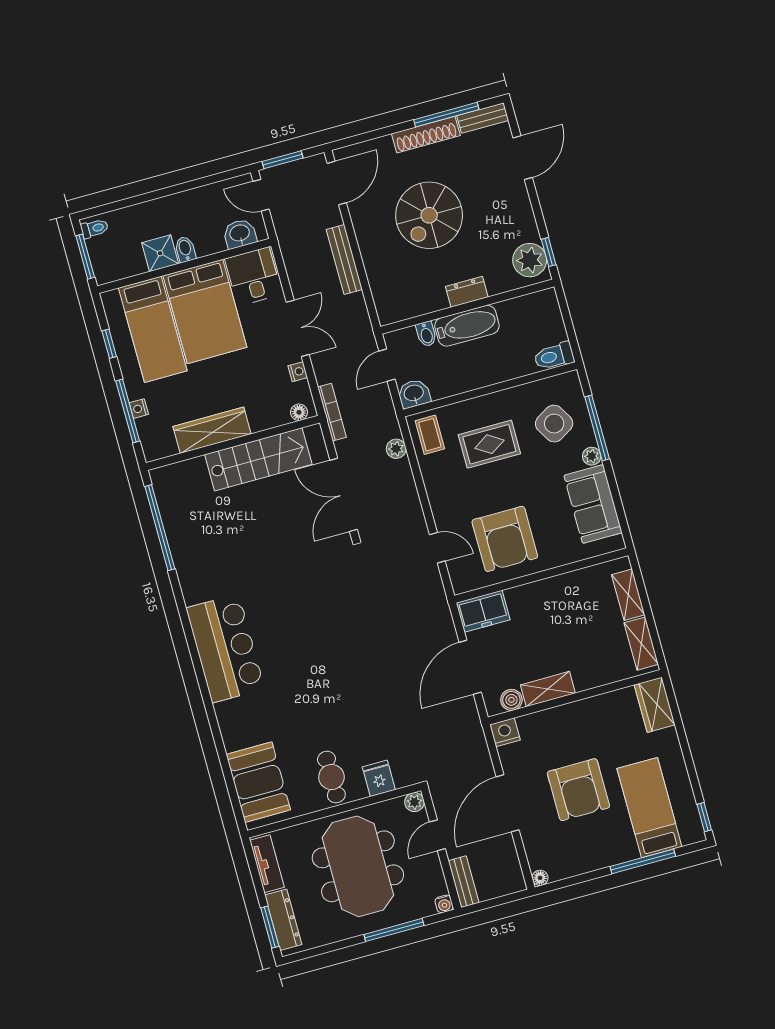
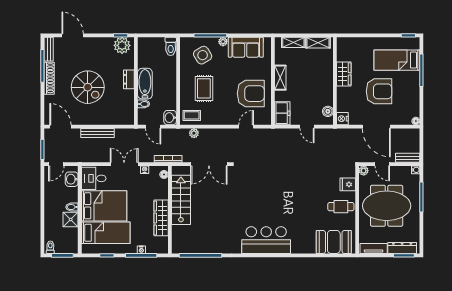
door: (470, 667) -> (307, 127), width x0.53
shelving: (548, 689) -> (280, 78), moved
wardrobe: (655, 705) -> (344, 74), moved, turned -90

